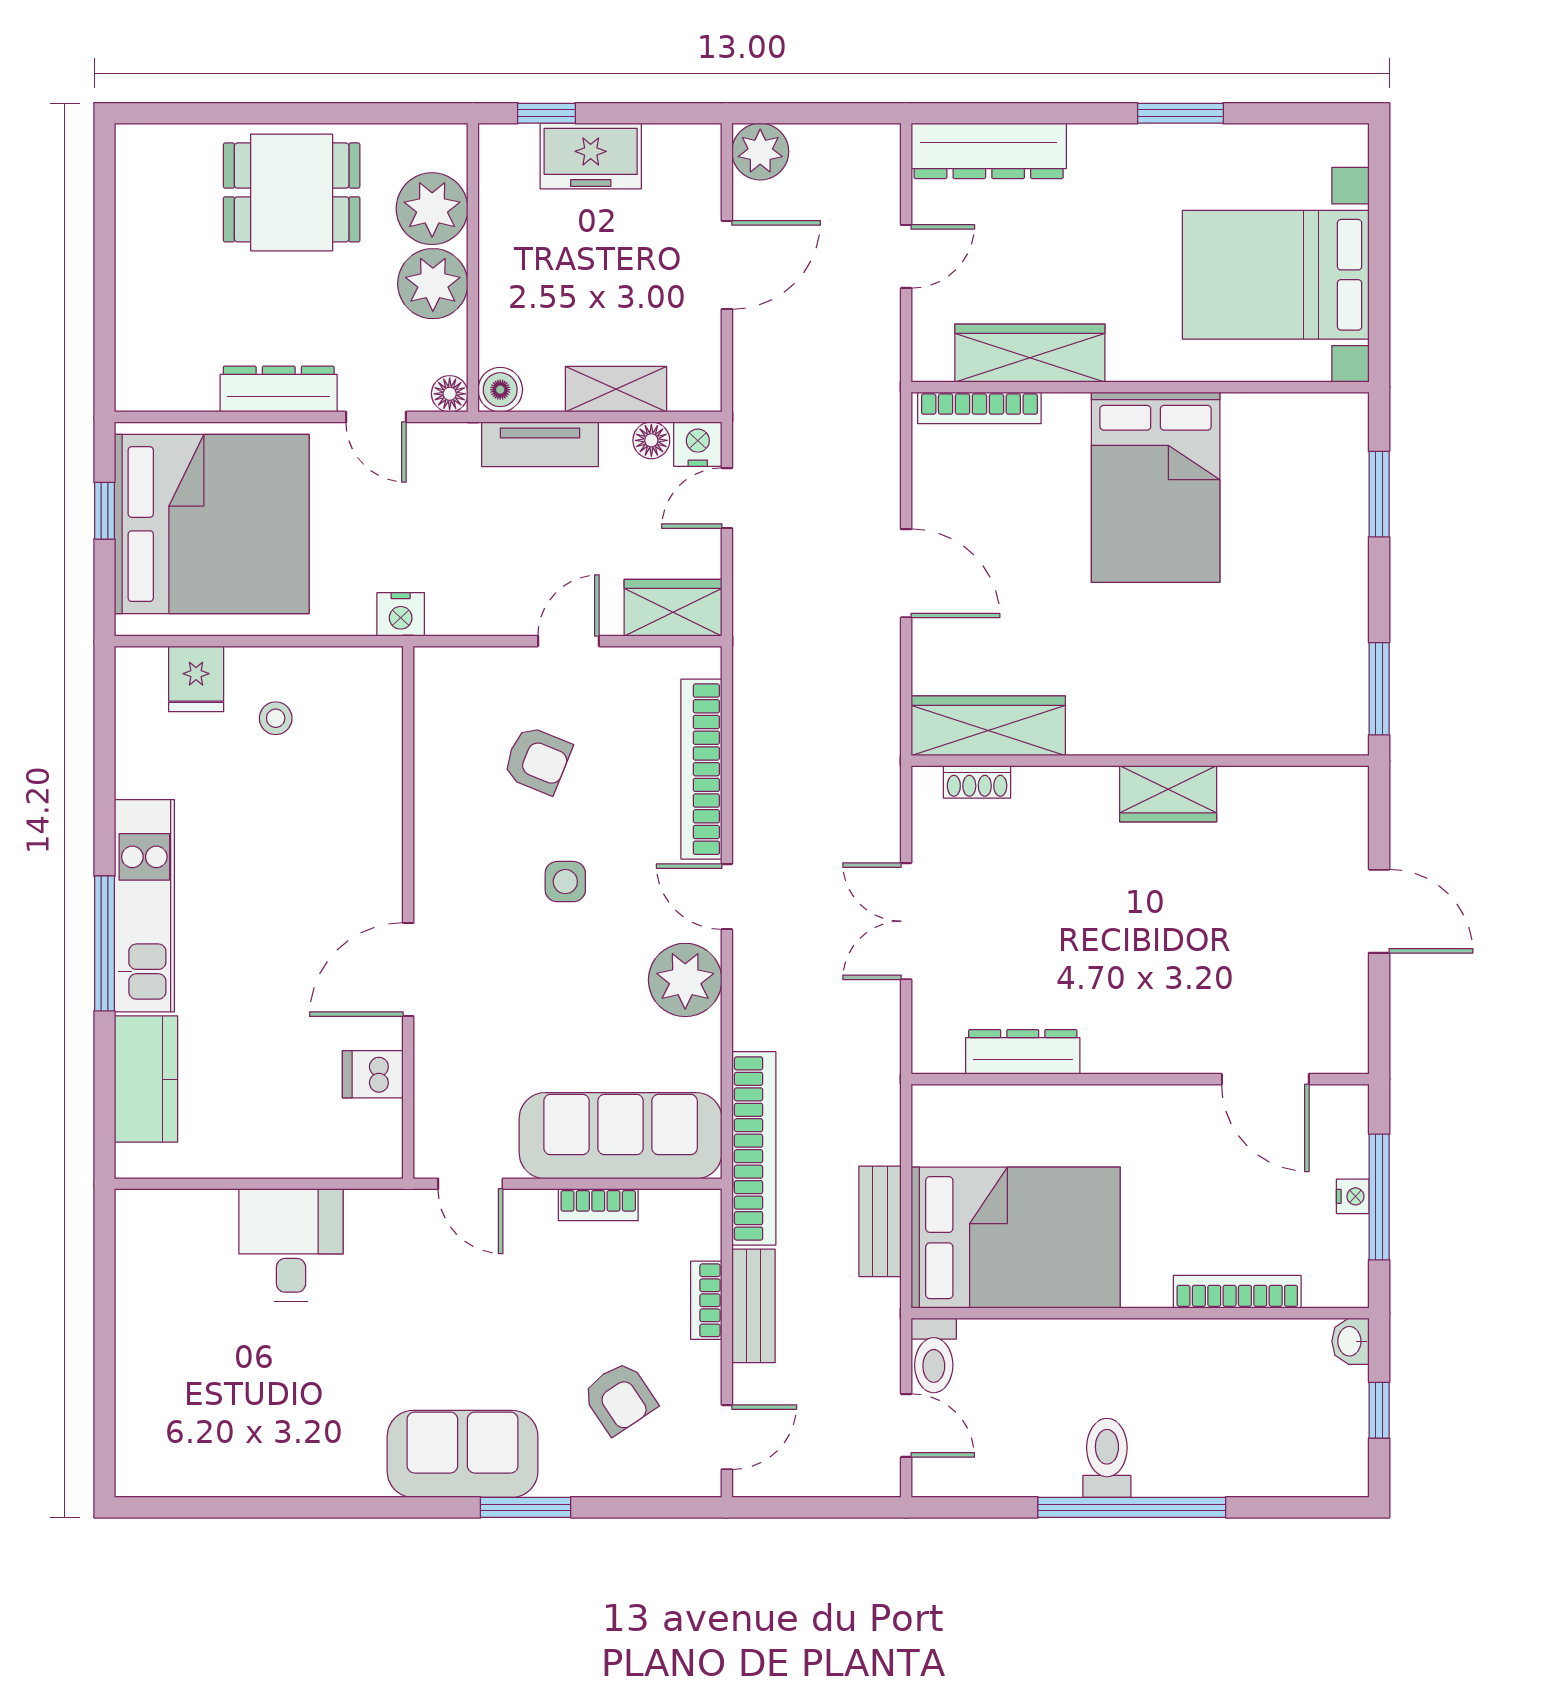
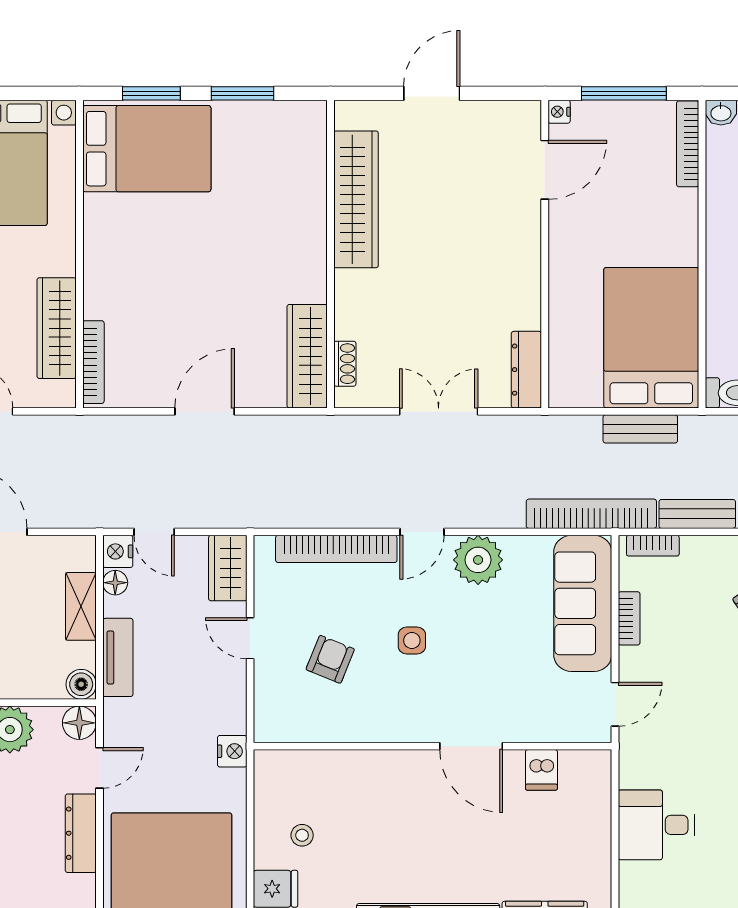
floor lamp: (450, 394) -> (79, 723), width x1.37, depth x1.37
bed: (1156, 487) -> (147, 149), moved
window: (1379, 689) -> (242, 93), moved
wardrobe: (1168, 794) -> (356, 199), width x2.10, depth x1.17
double door: (906, 921) -> (439, 411), swing flipped
dresser: (1023, 1052) -> (526, 370), moved
nightstand: (1353, 1196) -> (559, 112), moved, turned -90
bookcase: (1237, 1292) -> (688, 144), moved
bookcase: (706, 1300) -> (653, 546), moved

